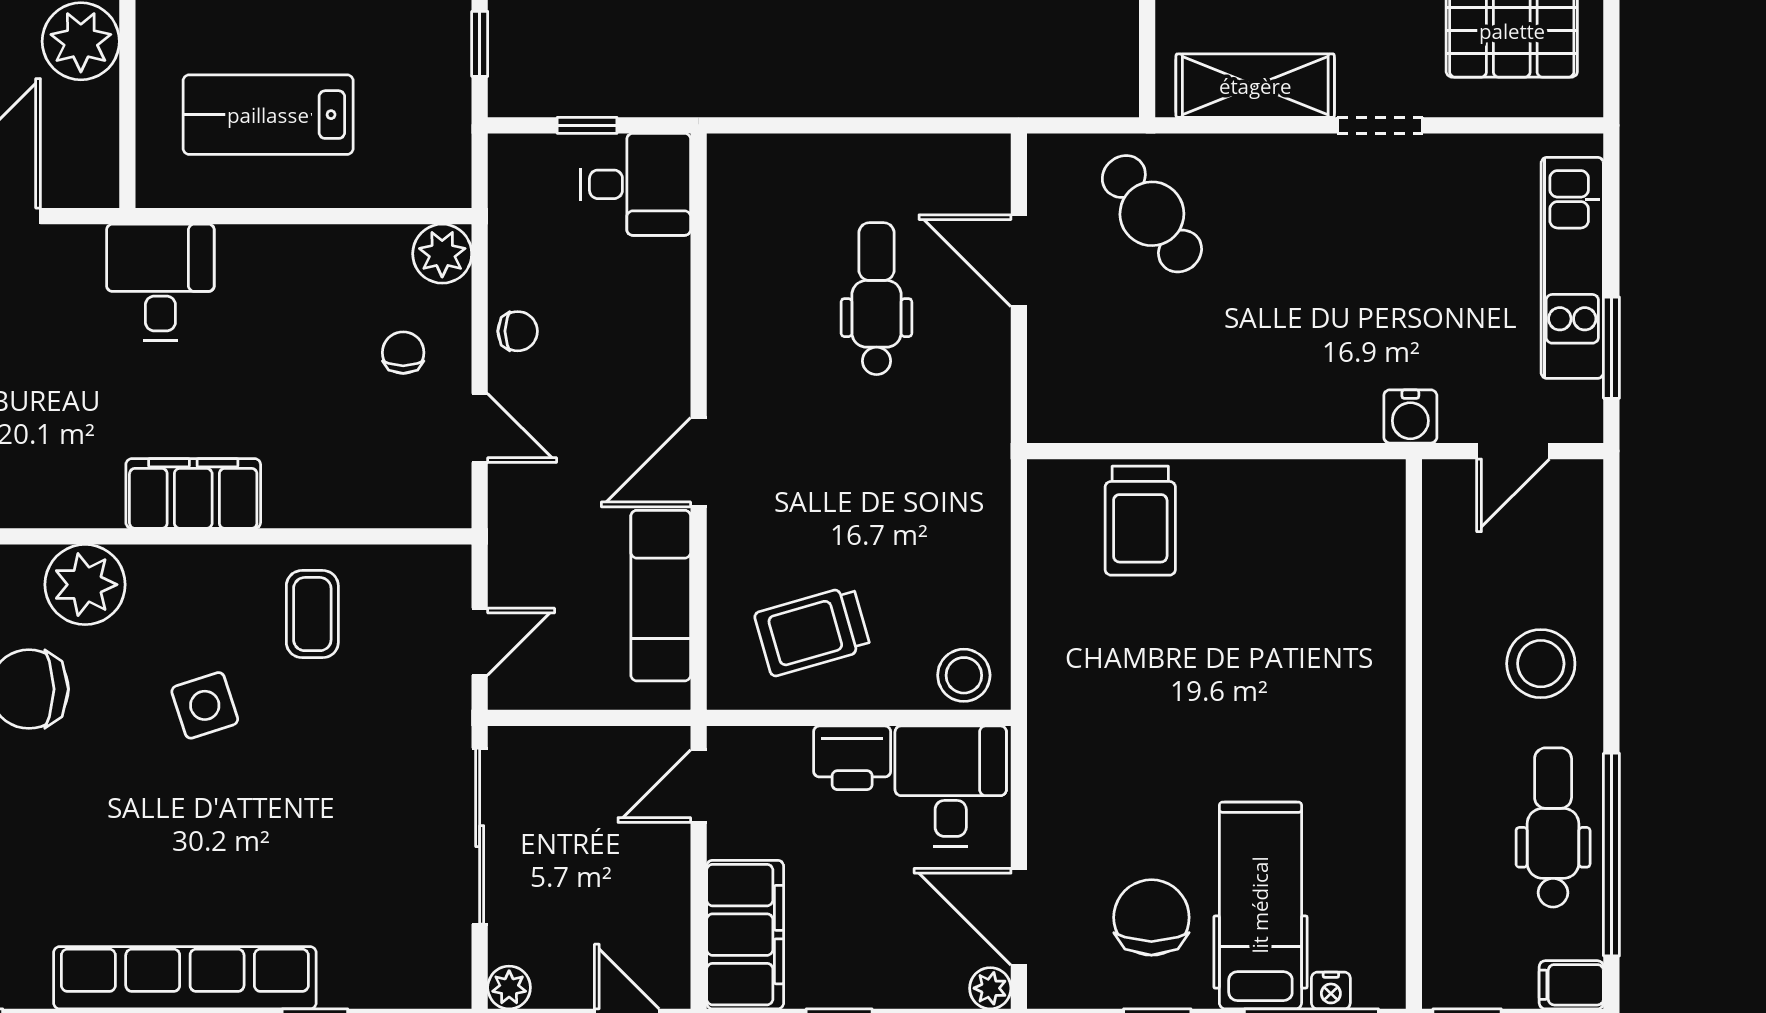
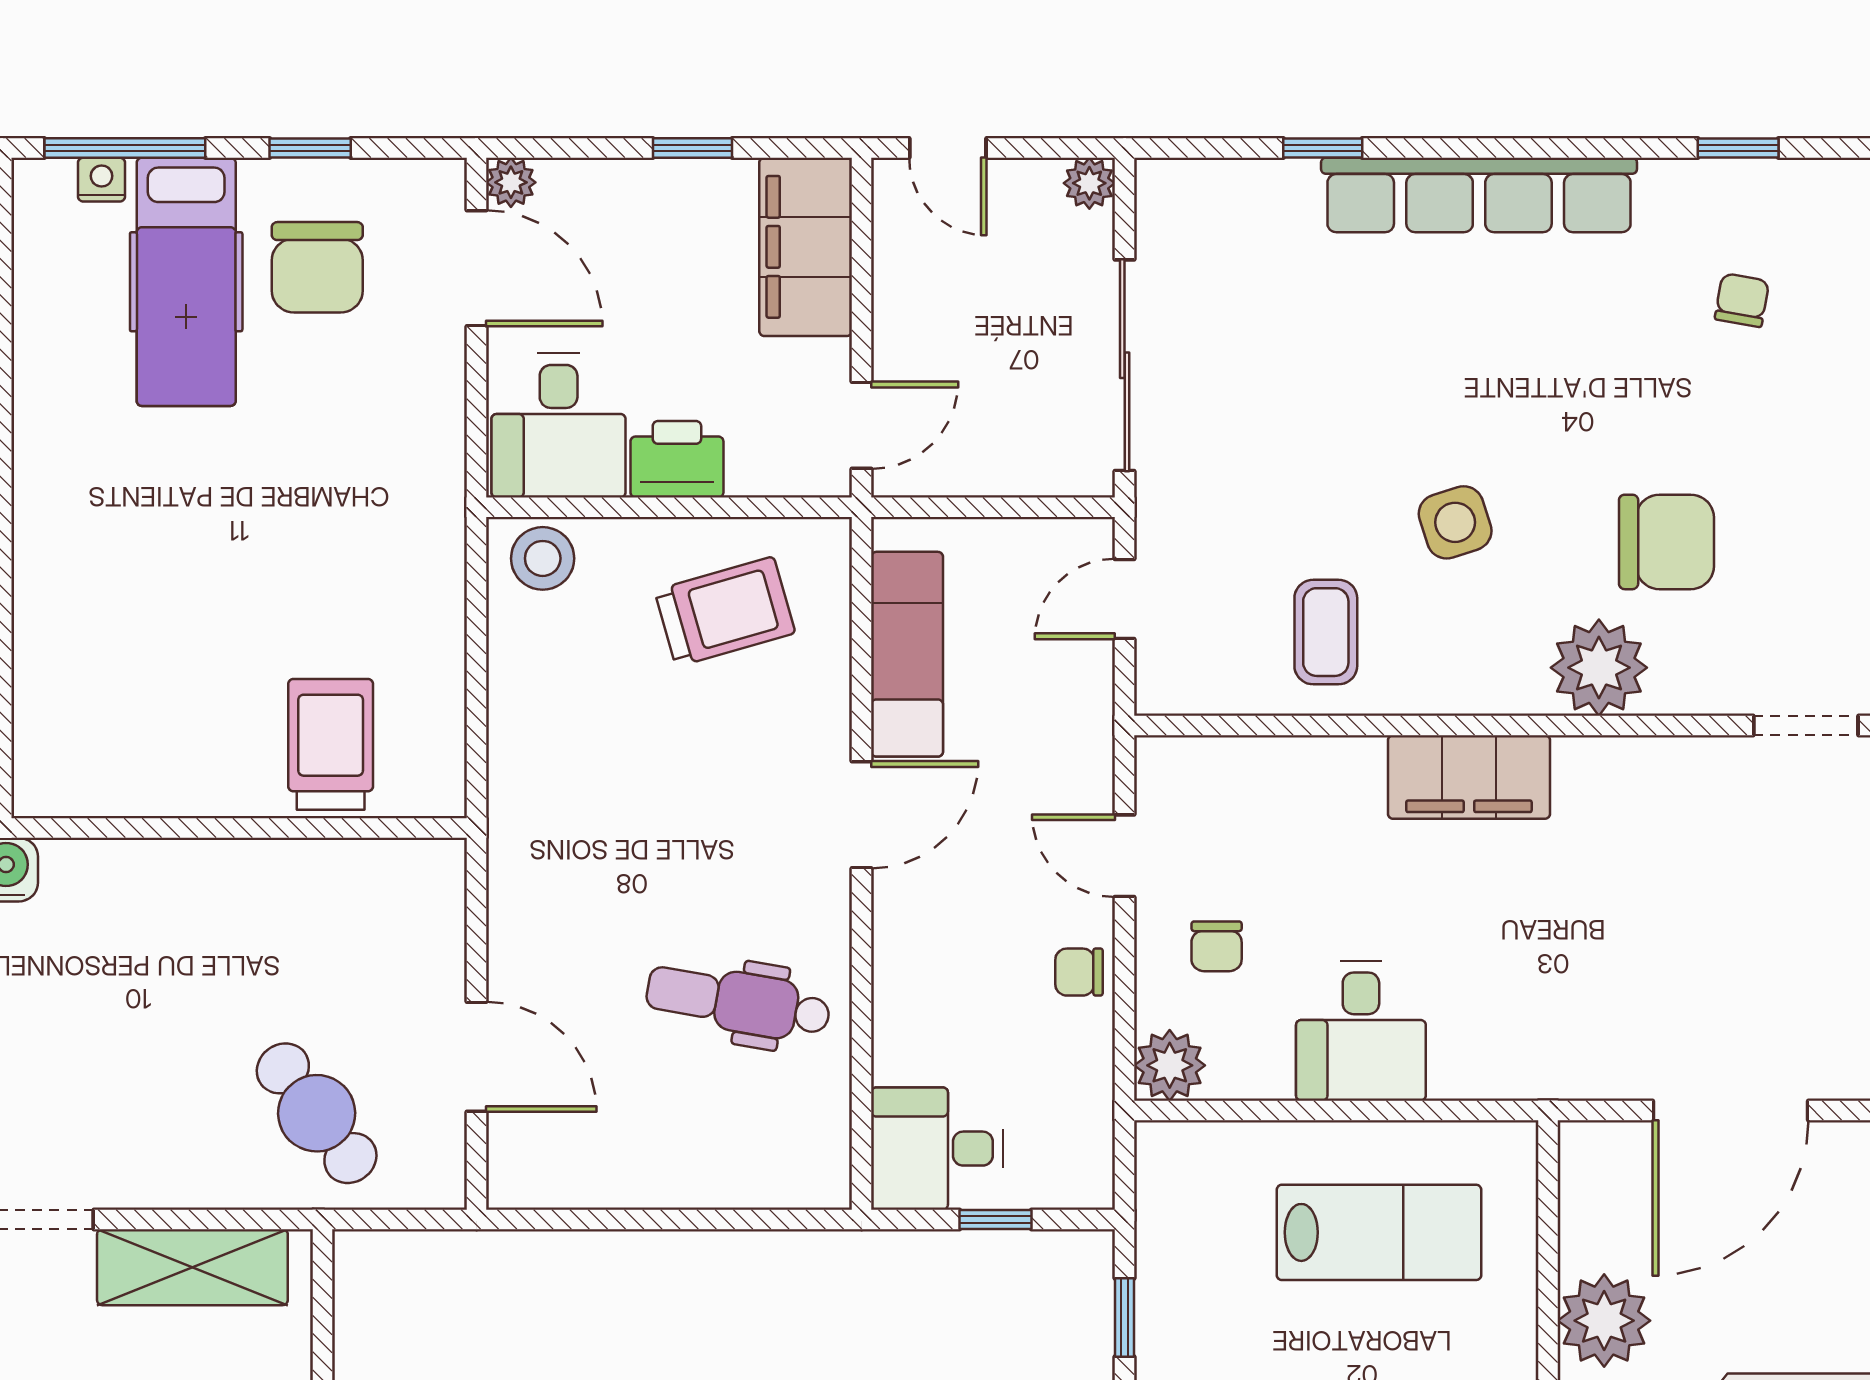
desk: (160, 282) -> (1361, 1031), moved
dental chair: (876, 299) -> (738, 1002), moved, turned 100

